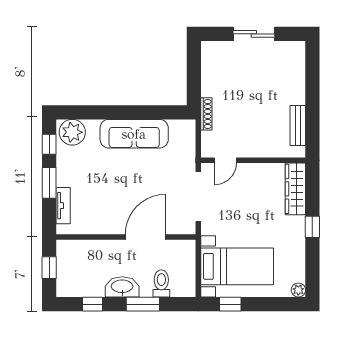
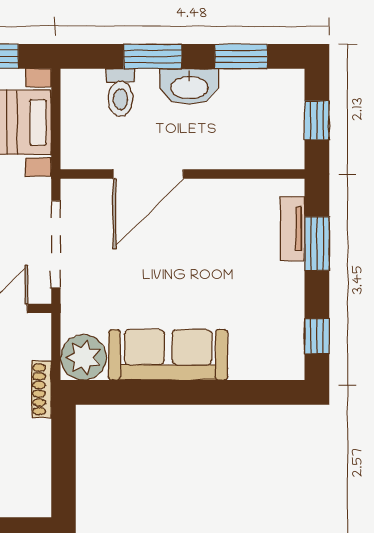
plant: (72, 132) -> (83, 357), moved
window: (49, 183) -> (317, 244), moved
window: (92, 304) -> (241, 56), width x1.50

